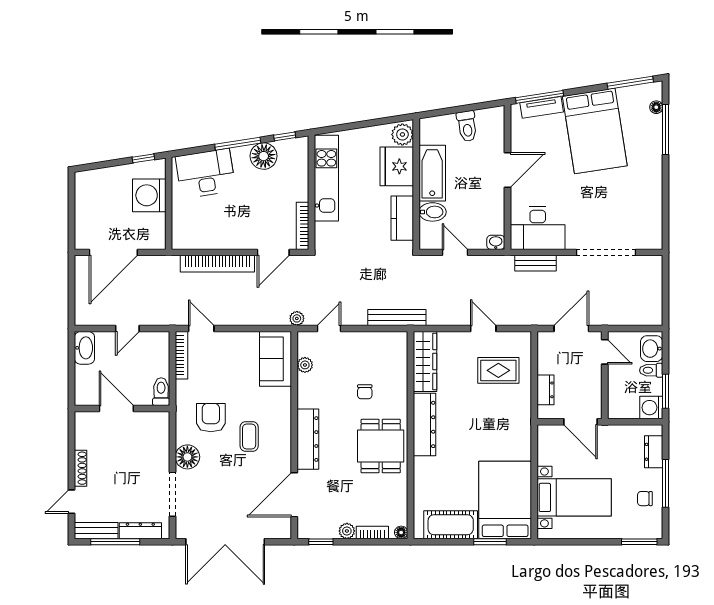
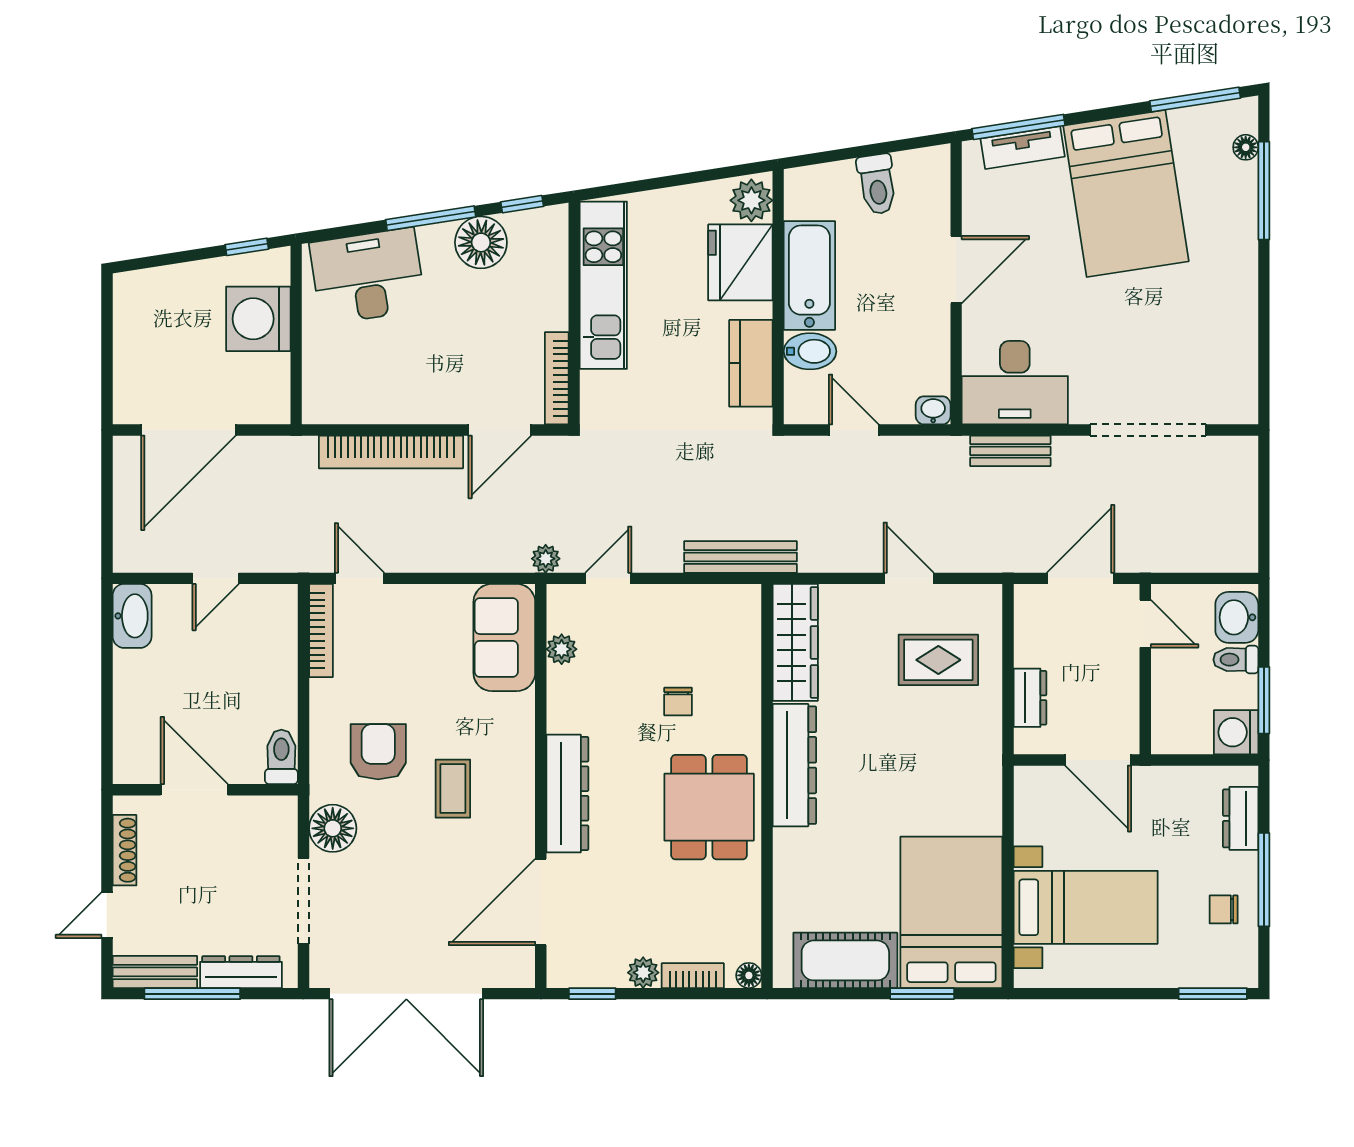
toilet: (161, 392) -> (281, 757), moved
door: (116, 409) -> (194, 790), moved
wall: (122, 409) -> (205, 790), moved

